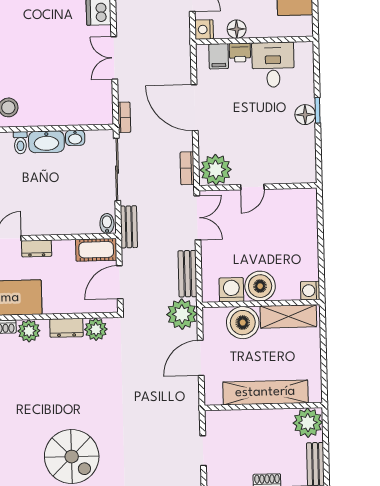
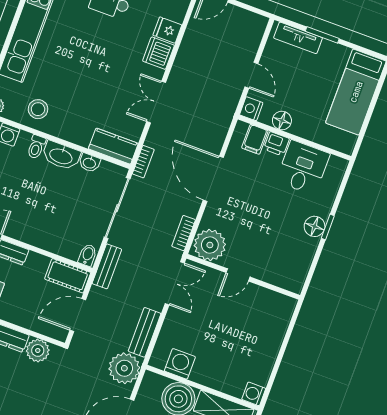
kitchen counter: (91, 114) -> (113, 146), added
boiler: (260, 286) -> (208, 371), removed

